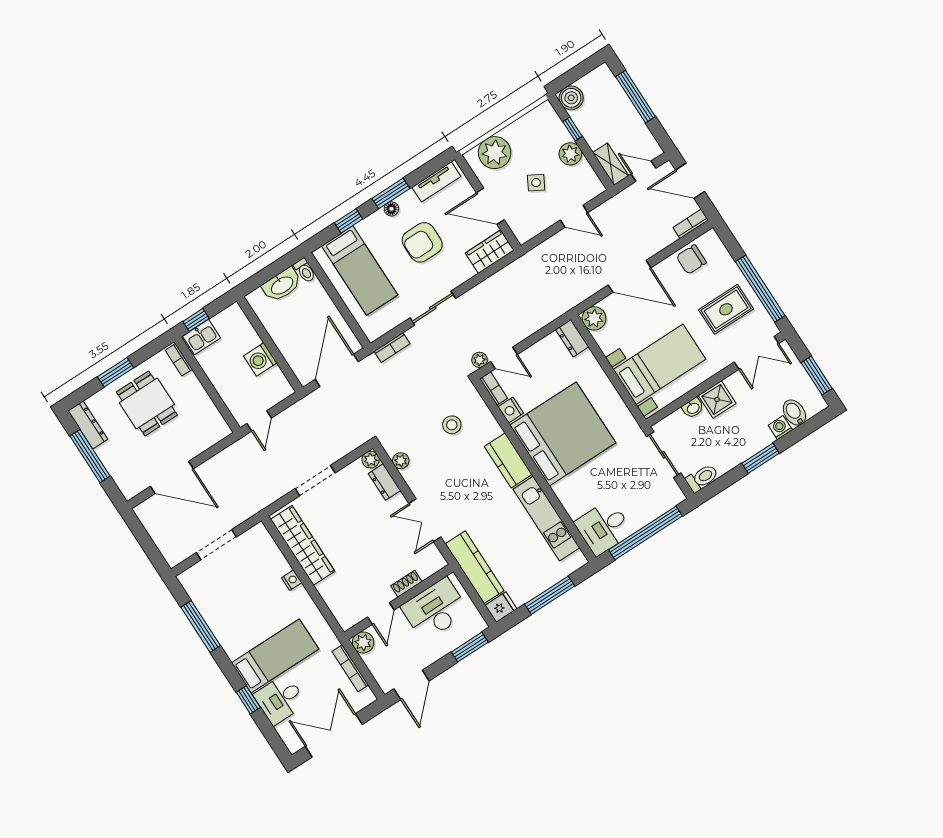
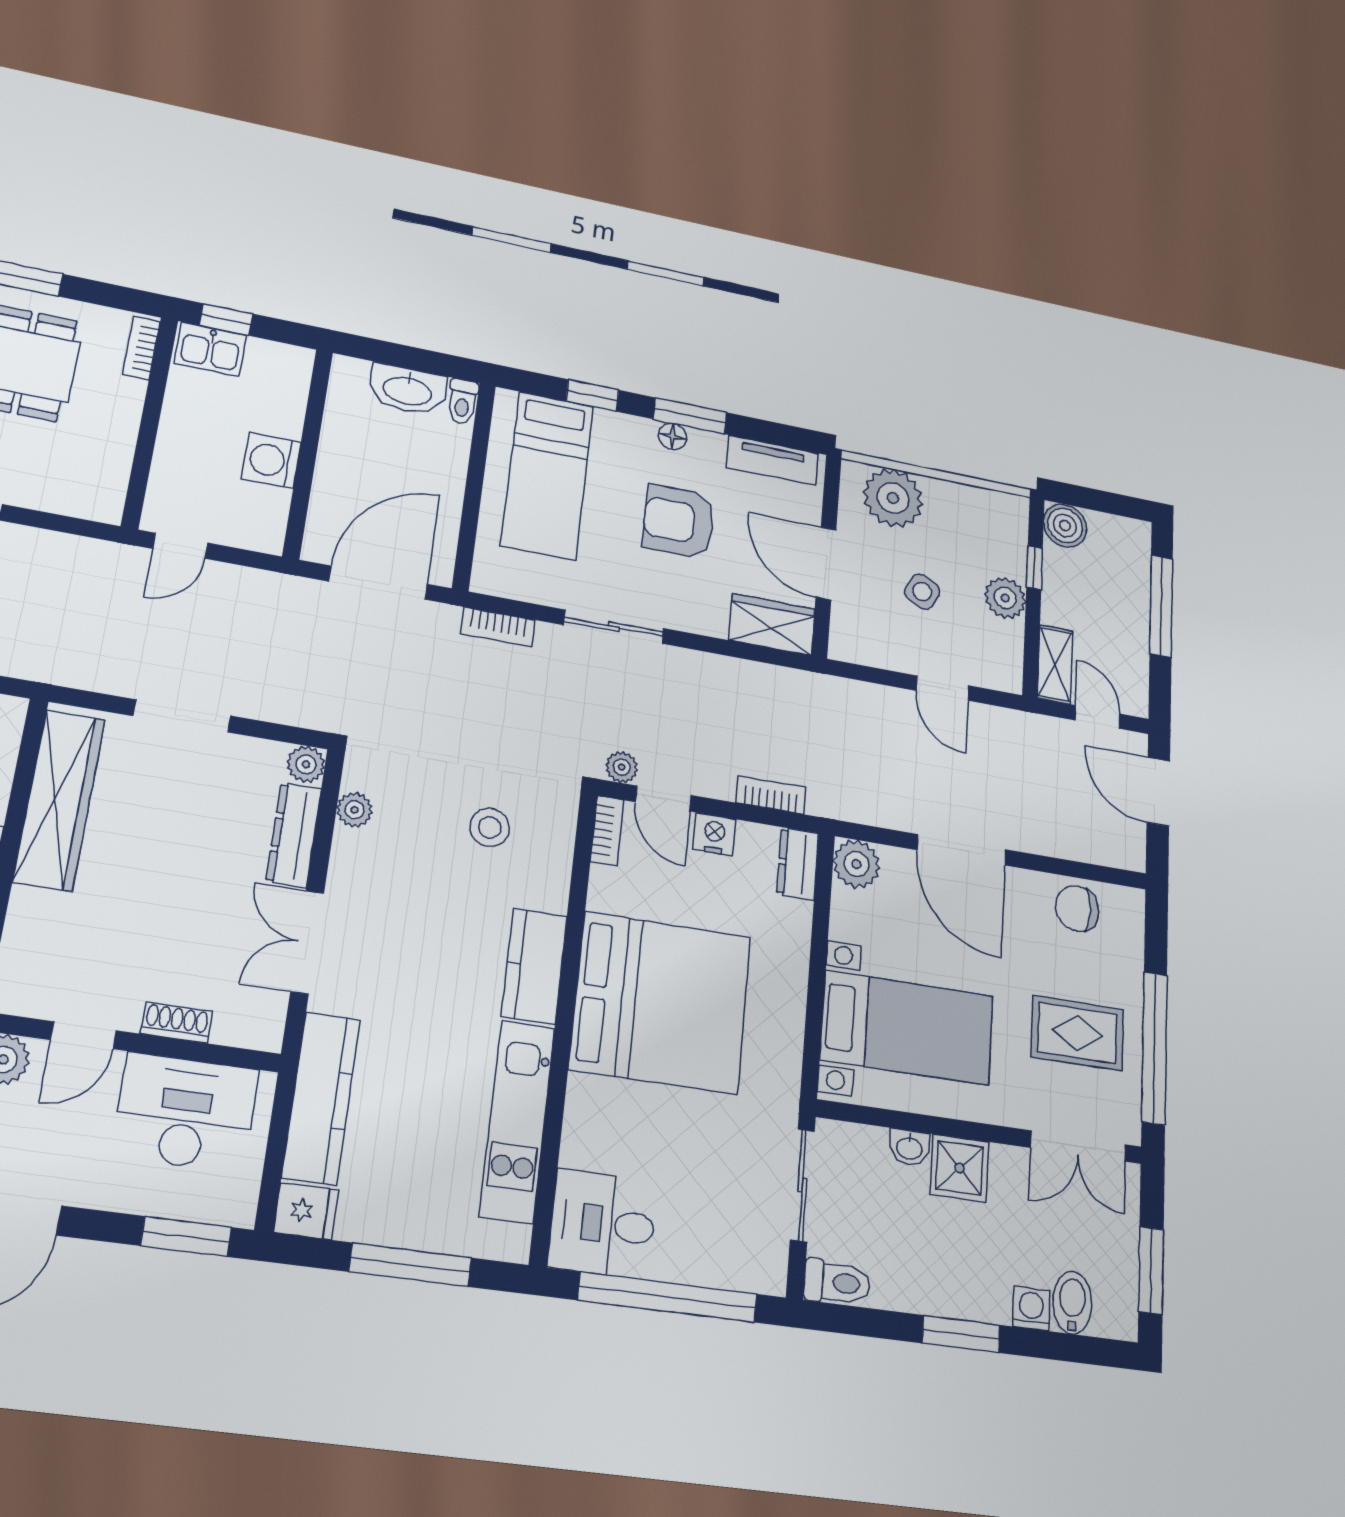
bookcase: (691, 224) -> (771, 795), moved
nightstand: (511, 410) -> (714, 834), moved, turned 90
dresser: (384, 482) -> (294, 835), width x1.44

